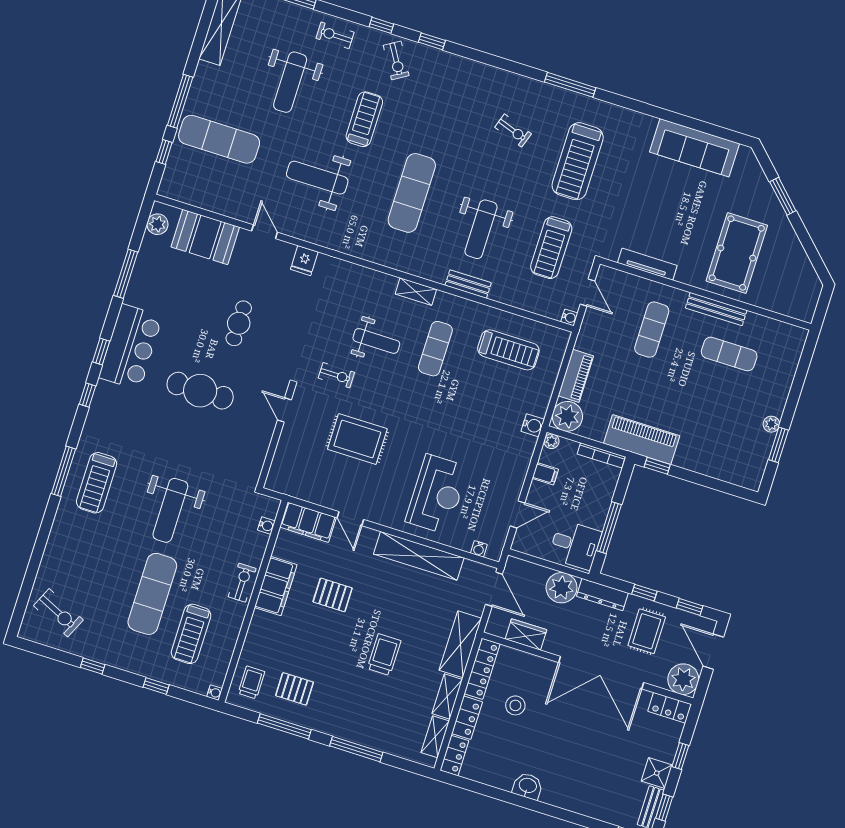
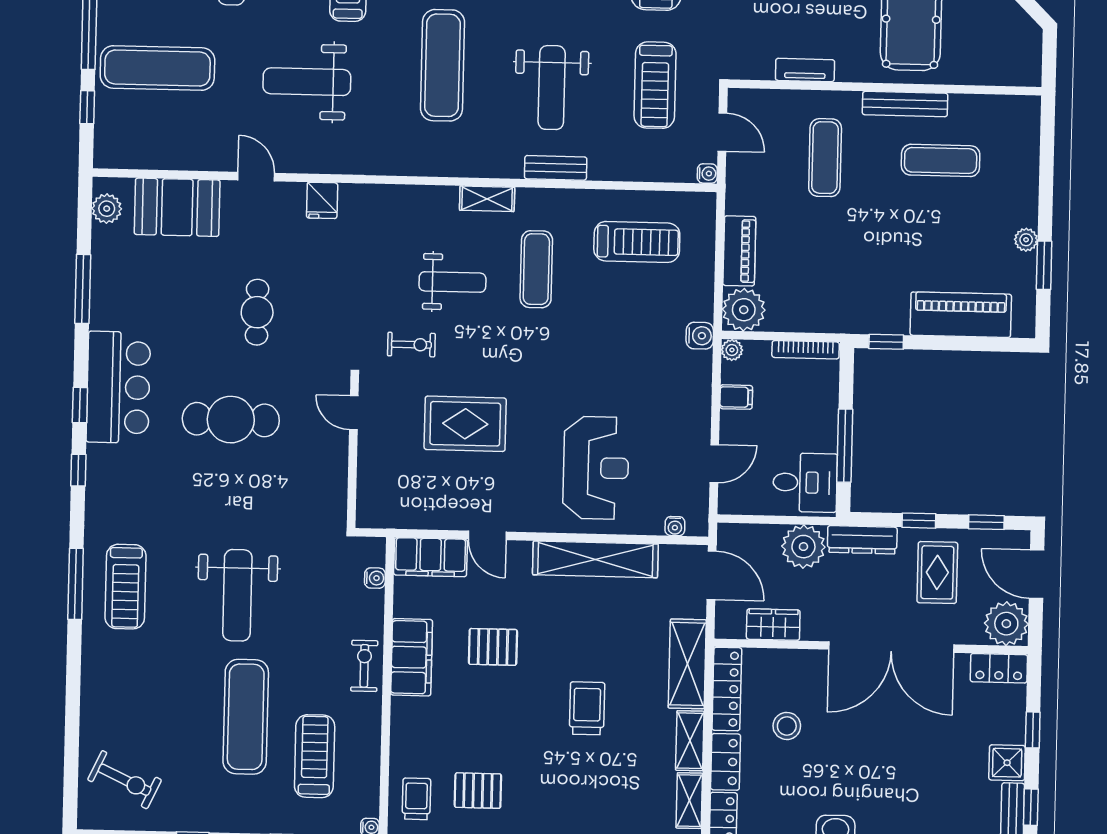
tv unit: (647, 264) -> (805, 70), width x0.71
piano: (642, 440) -> (961, 315), moved
treadmill: (191, 634) -> (315, 756), turned 180

